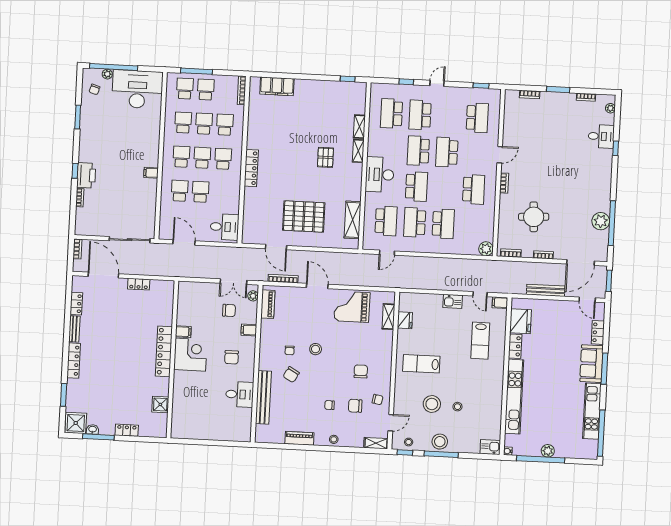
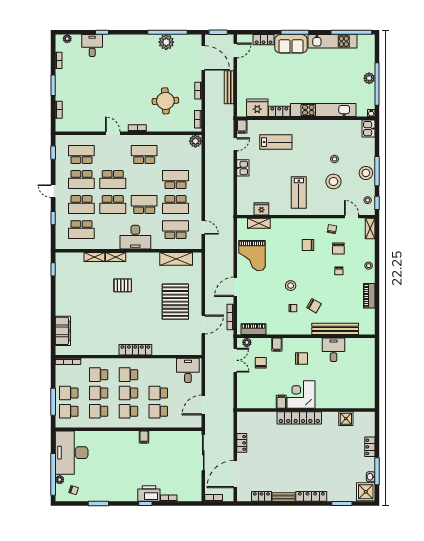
school desk: (449, 116) -> (81, 180), added

